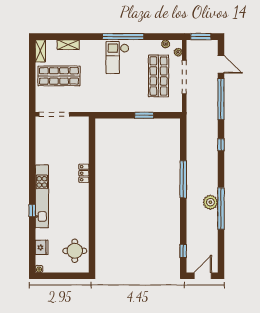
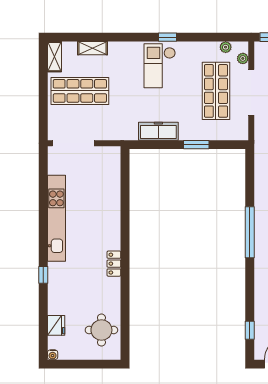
window: (123, 37) -> (168, 37), width x0.32
freezer: (116, 105) -> (158, 131), added
locker: (84, 173) -> (114, 264), moved
kitchen unit: (42, 196) -> (56, 218), moved

